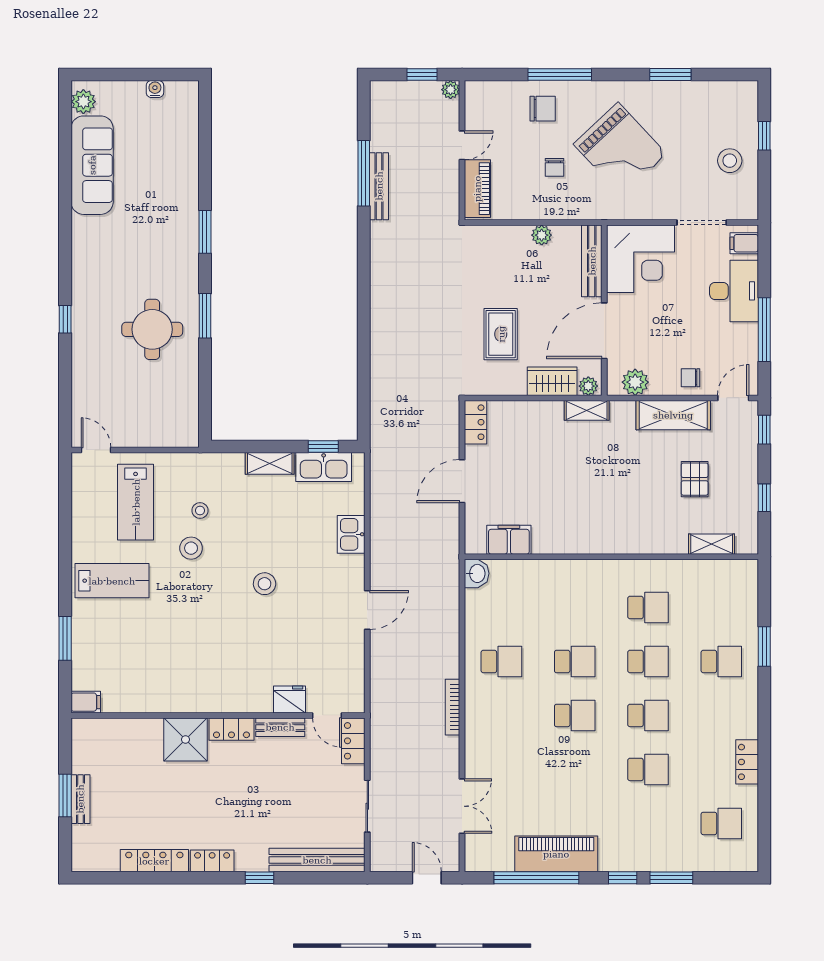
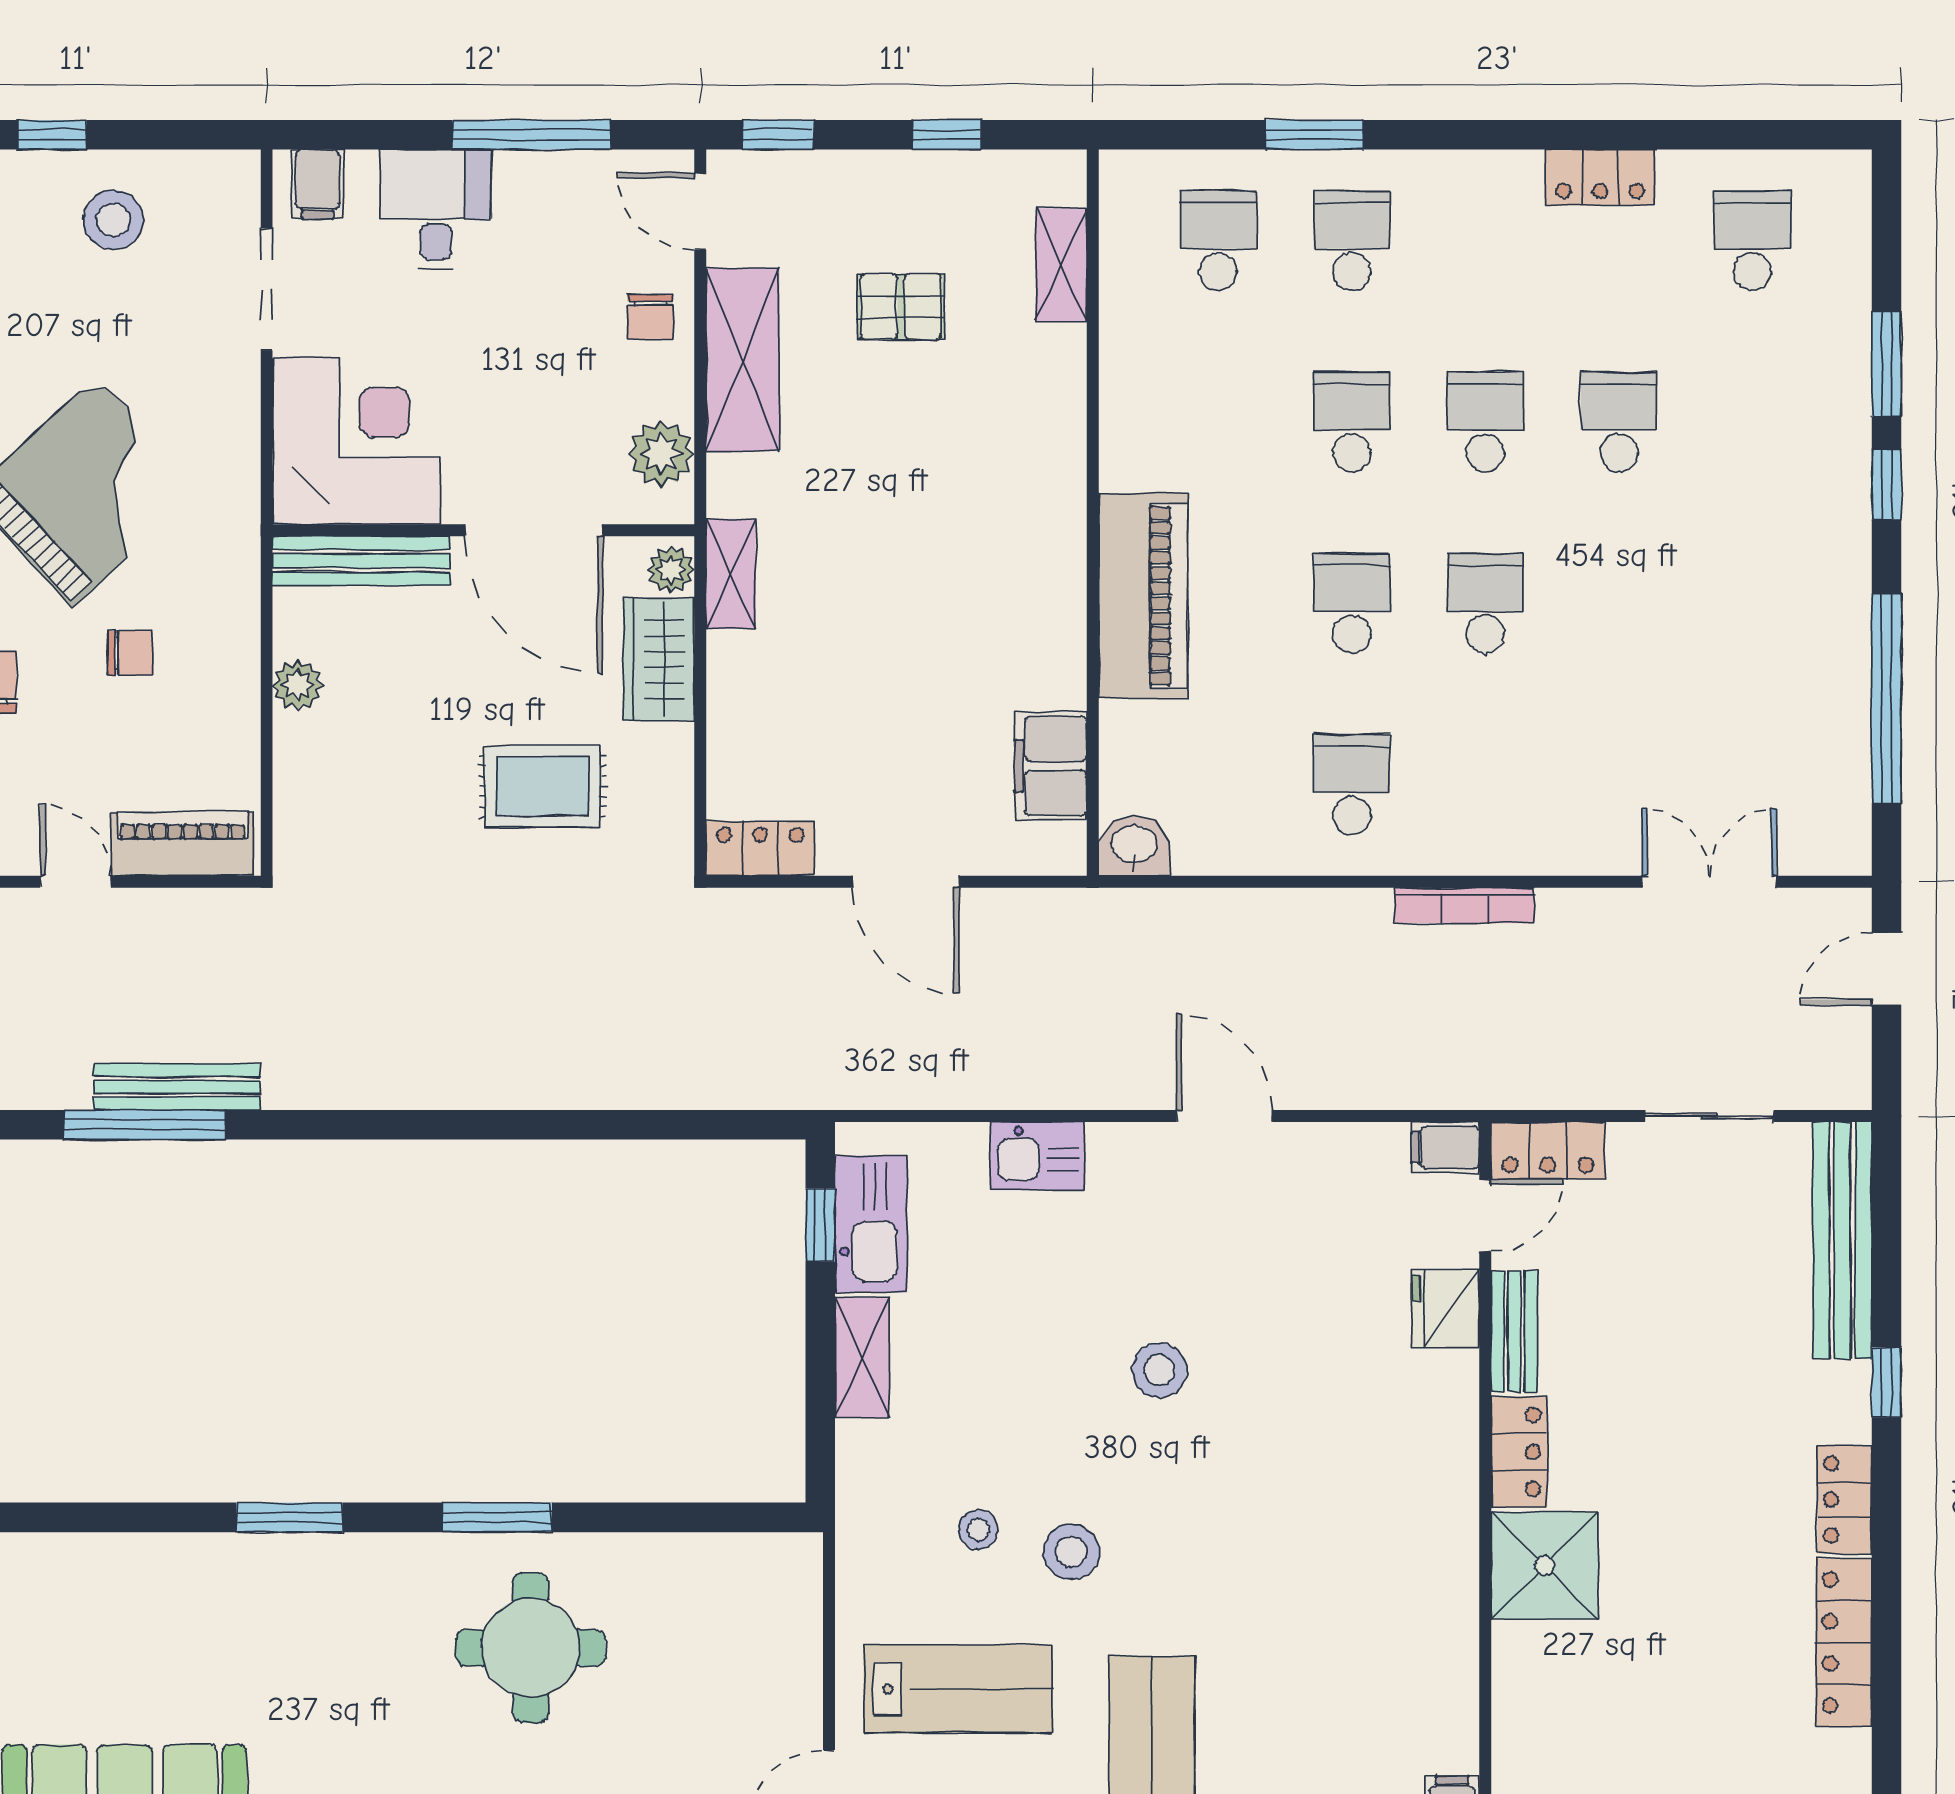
desk: (734, 291) -> (436, 209), width x0.73
school desk: (648, 608) -> (1218, 241), moved
filing cabinet: (355, 699) -> (1445, 1147), added
piano: (556, 854) -> (1143, 596), moved, turned 180

